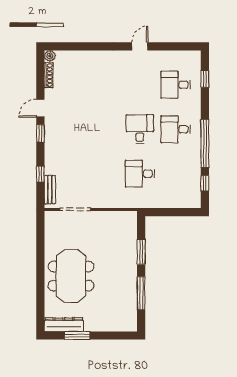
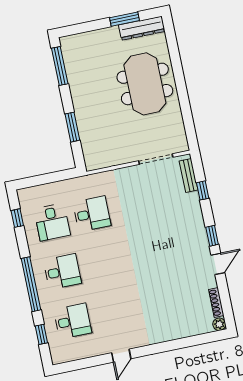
desk: (140, 129) -> (52, 222), moved
window: (205, 143) -> (31, 284), moved
window: (141, 293) -> (60, 66), moved

